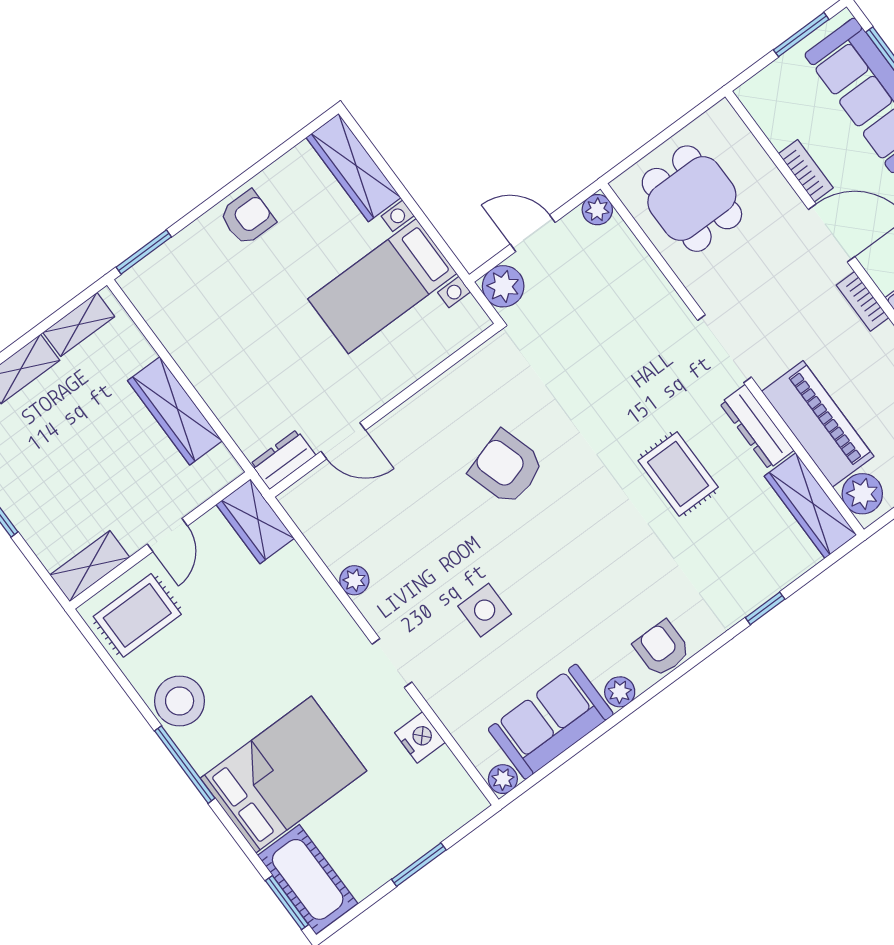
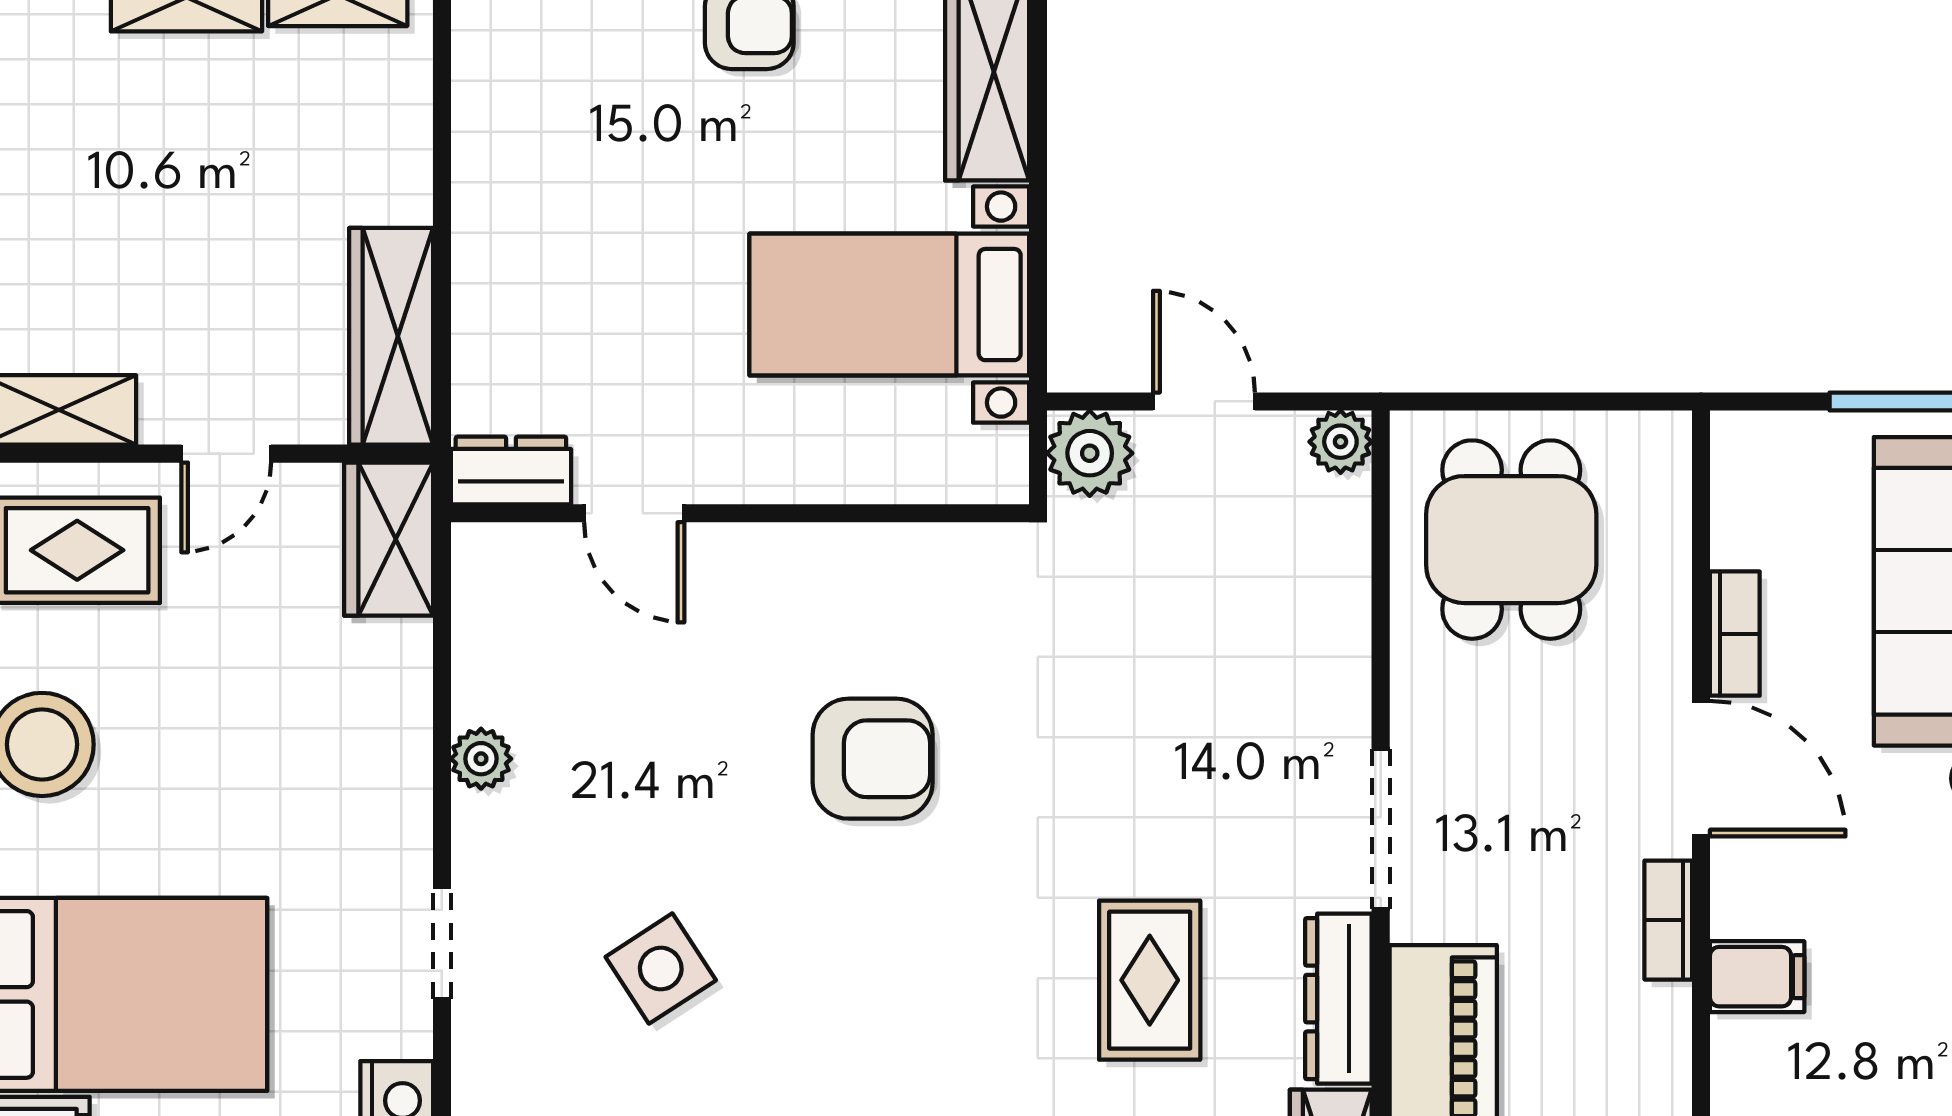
wardrobe: (175, 411) -> (391, 336), moved
armchair: (507, 468) -> (873, 759), turned 107
side table: (485, 610) -> (661, 969), turned -33

